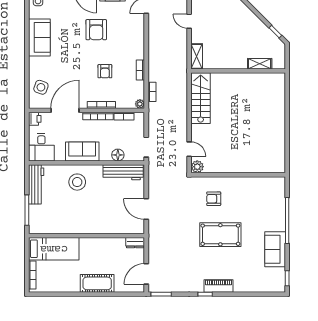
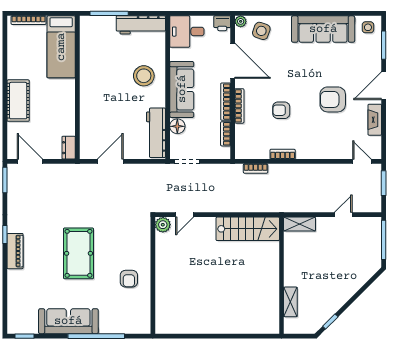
sofa: (39, 37) -> (323, 29), width x1.36
plant: (140, 104) -> (241, 21), moved
sofa: (82, 151) -> (182, 89), width x1.36
armchair: (214, 199) -> (129, 279), moved, turned 180
sofa: (275, 249) -> (68, 321), width x1.36

